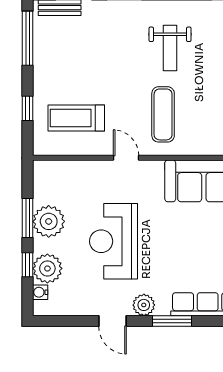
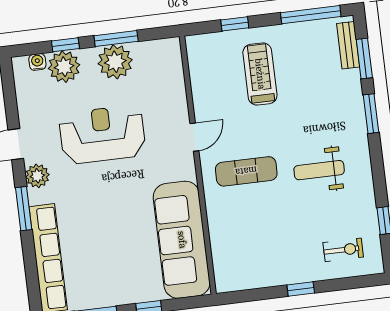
treadmill: (76, 118) -> (260, 74), moved

